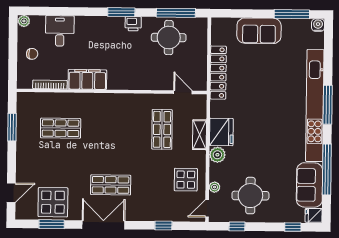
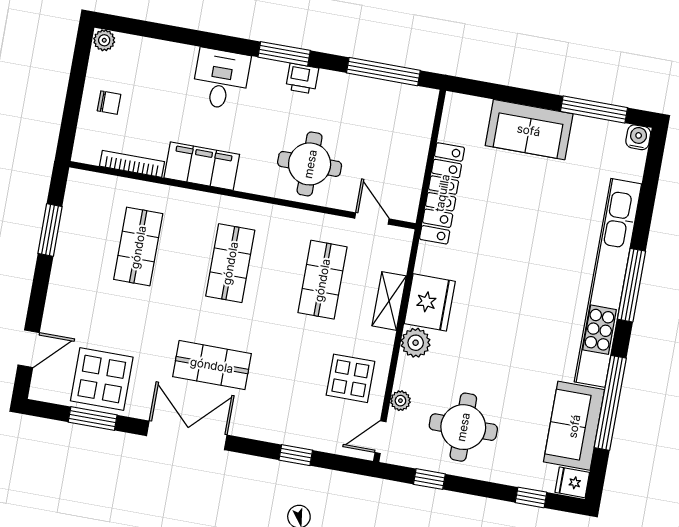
desk: (60, 31) -> (221, 79), moved
round table: (169, 37) -> (310, 164), moved
shop shelf: (61, 128) -> (138, 247), turned 90
shop shelf: (111, 129) -> (230, 263), added

